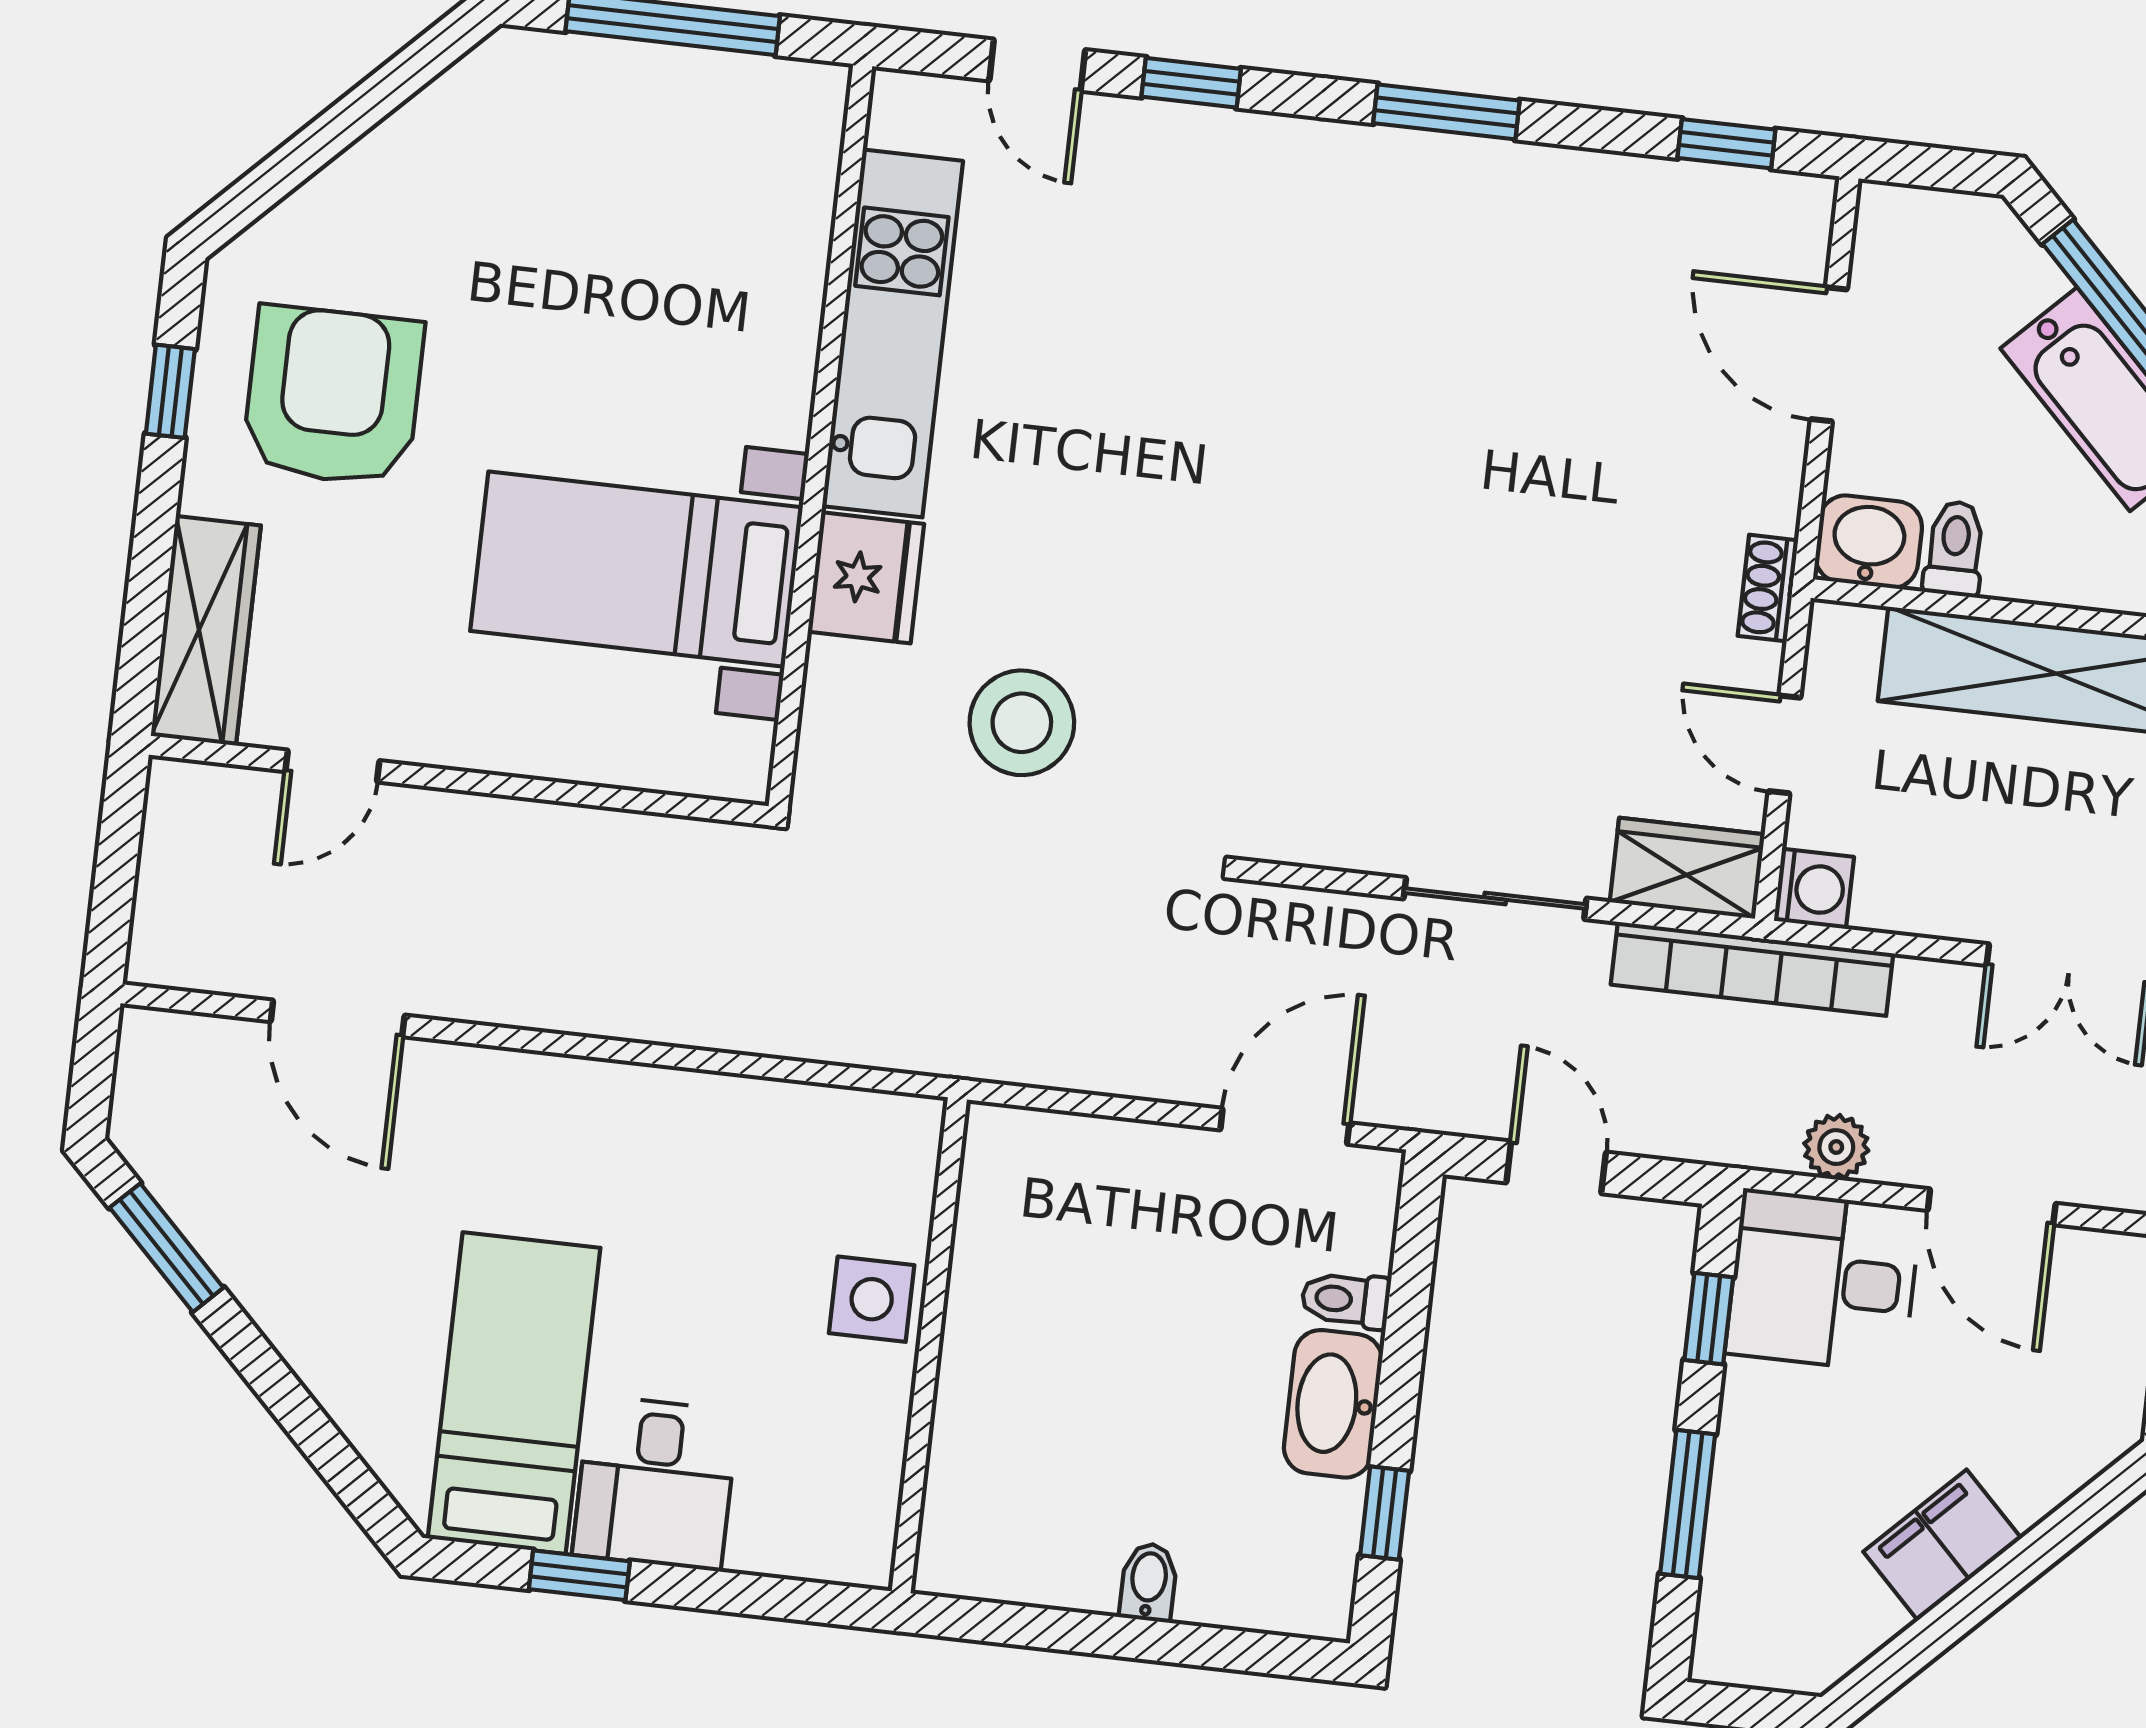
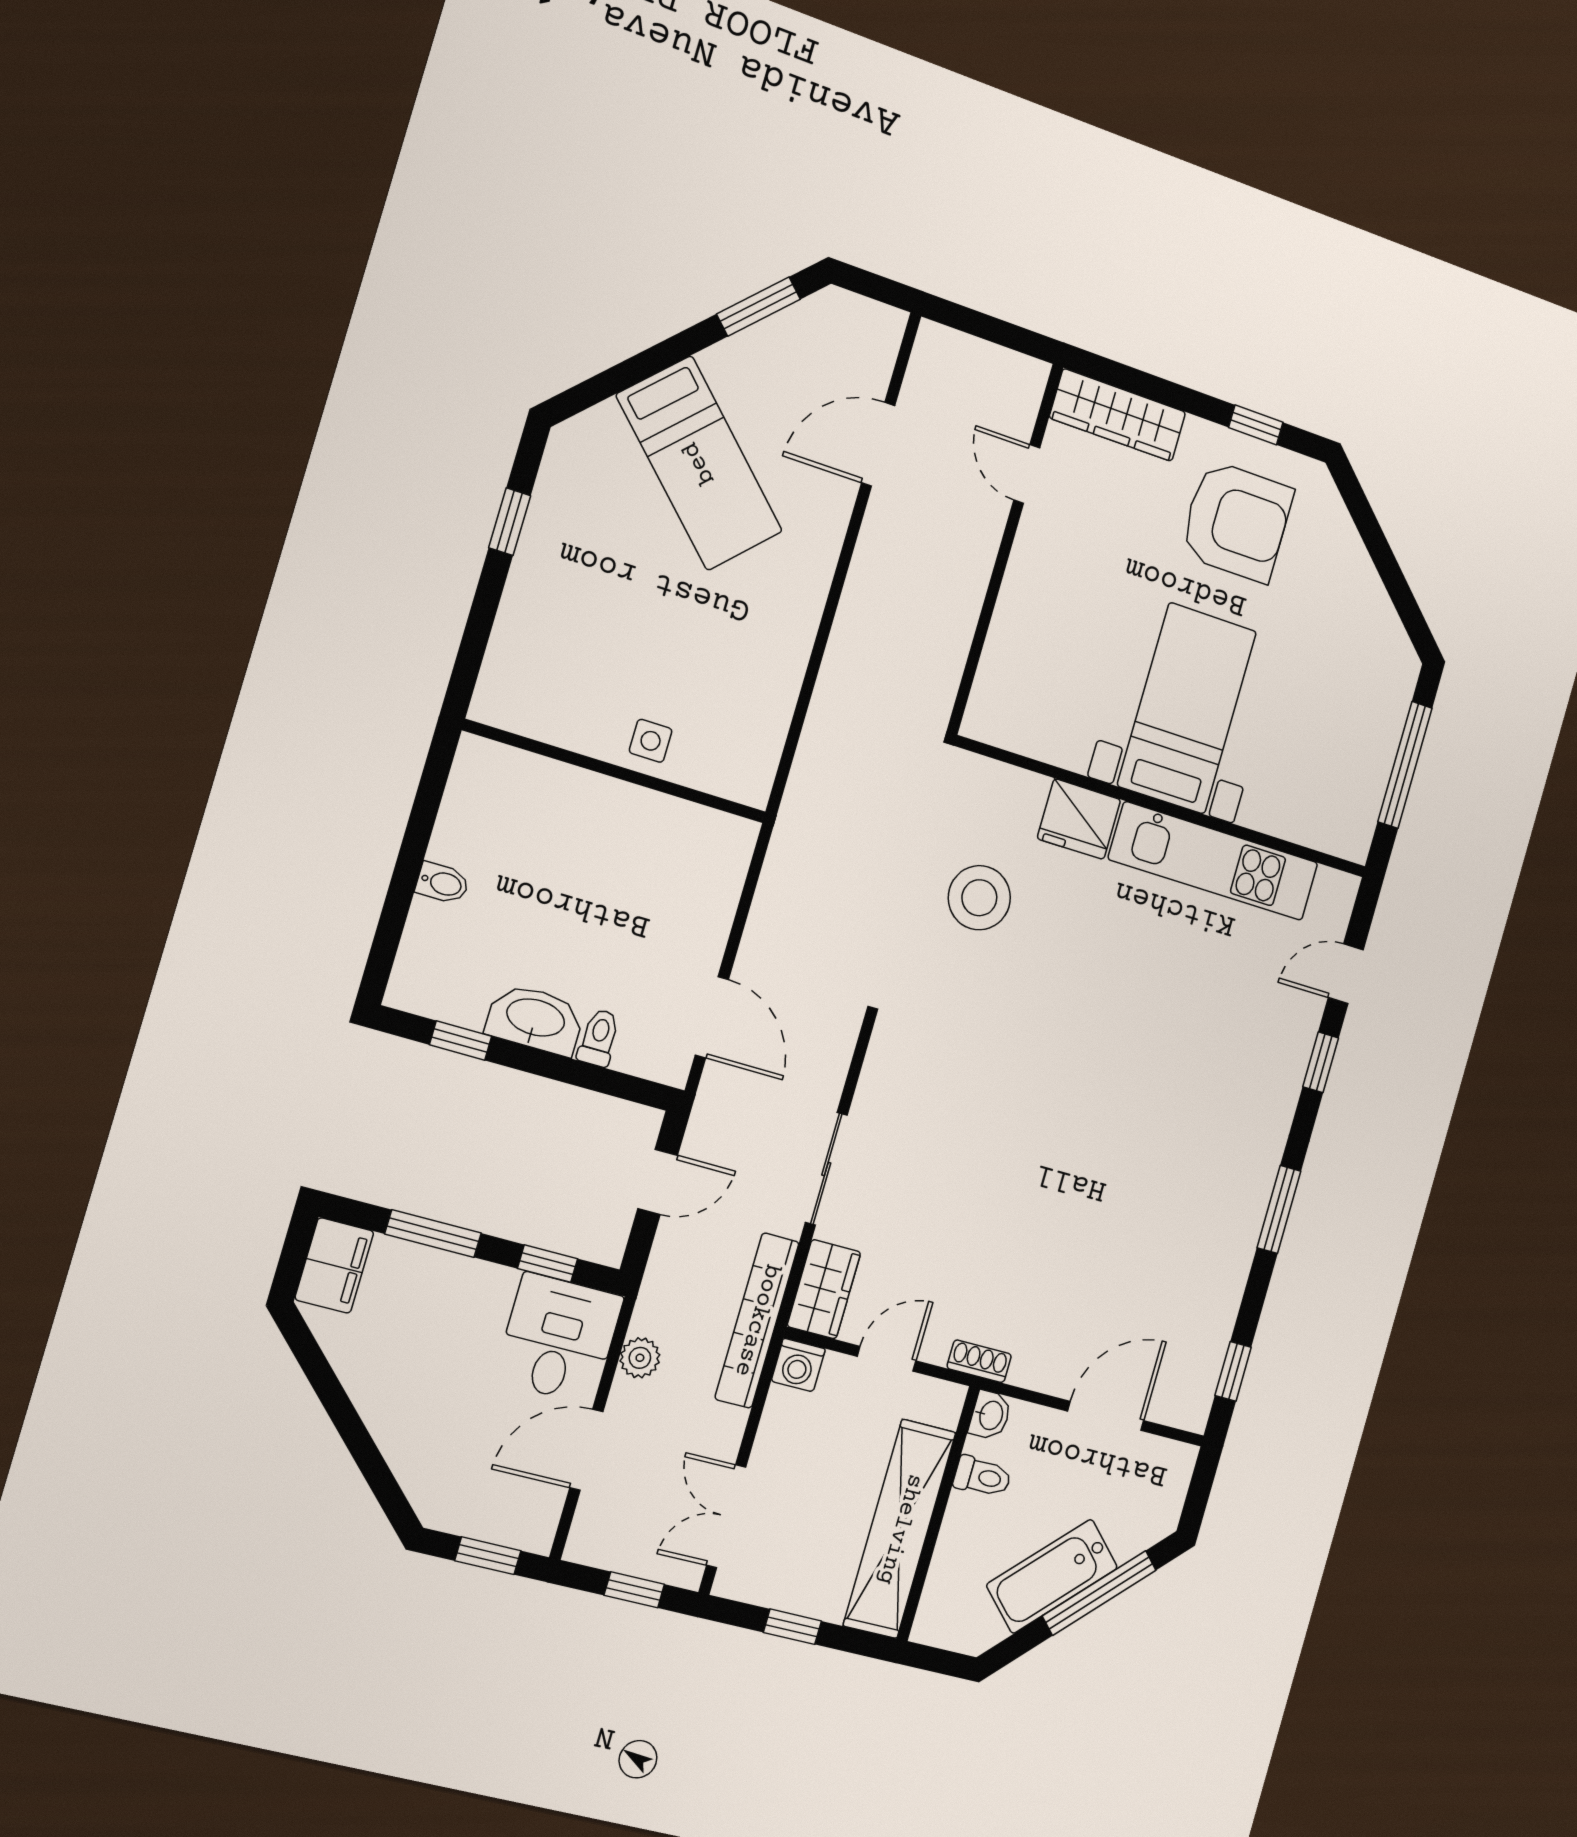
washbasin: (1869, 542) -> (990, 1415), width x0.72, depth x0.69
bed with nightstands: (637, 569) -> (1187, 708), moved
side table: (872, 1299) -> (651, 741), width x0.73, depth x0.73
bed: (514, 1393) -> (699, 463), moved, turned 45
desk: (655, 1483) -> (560, 582), removed
filing cabinet: (1942, 1545) -> (334, 1265), moved, turned 45

